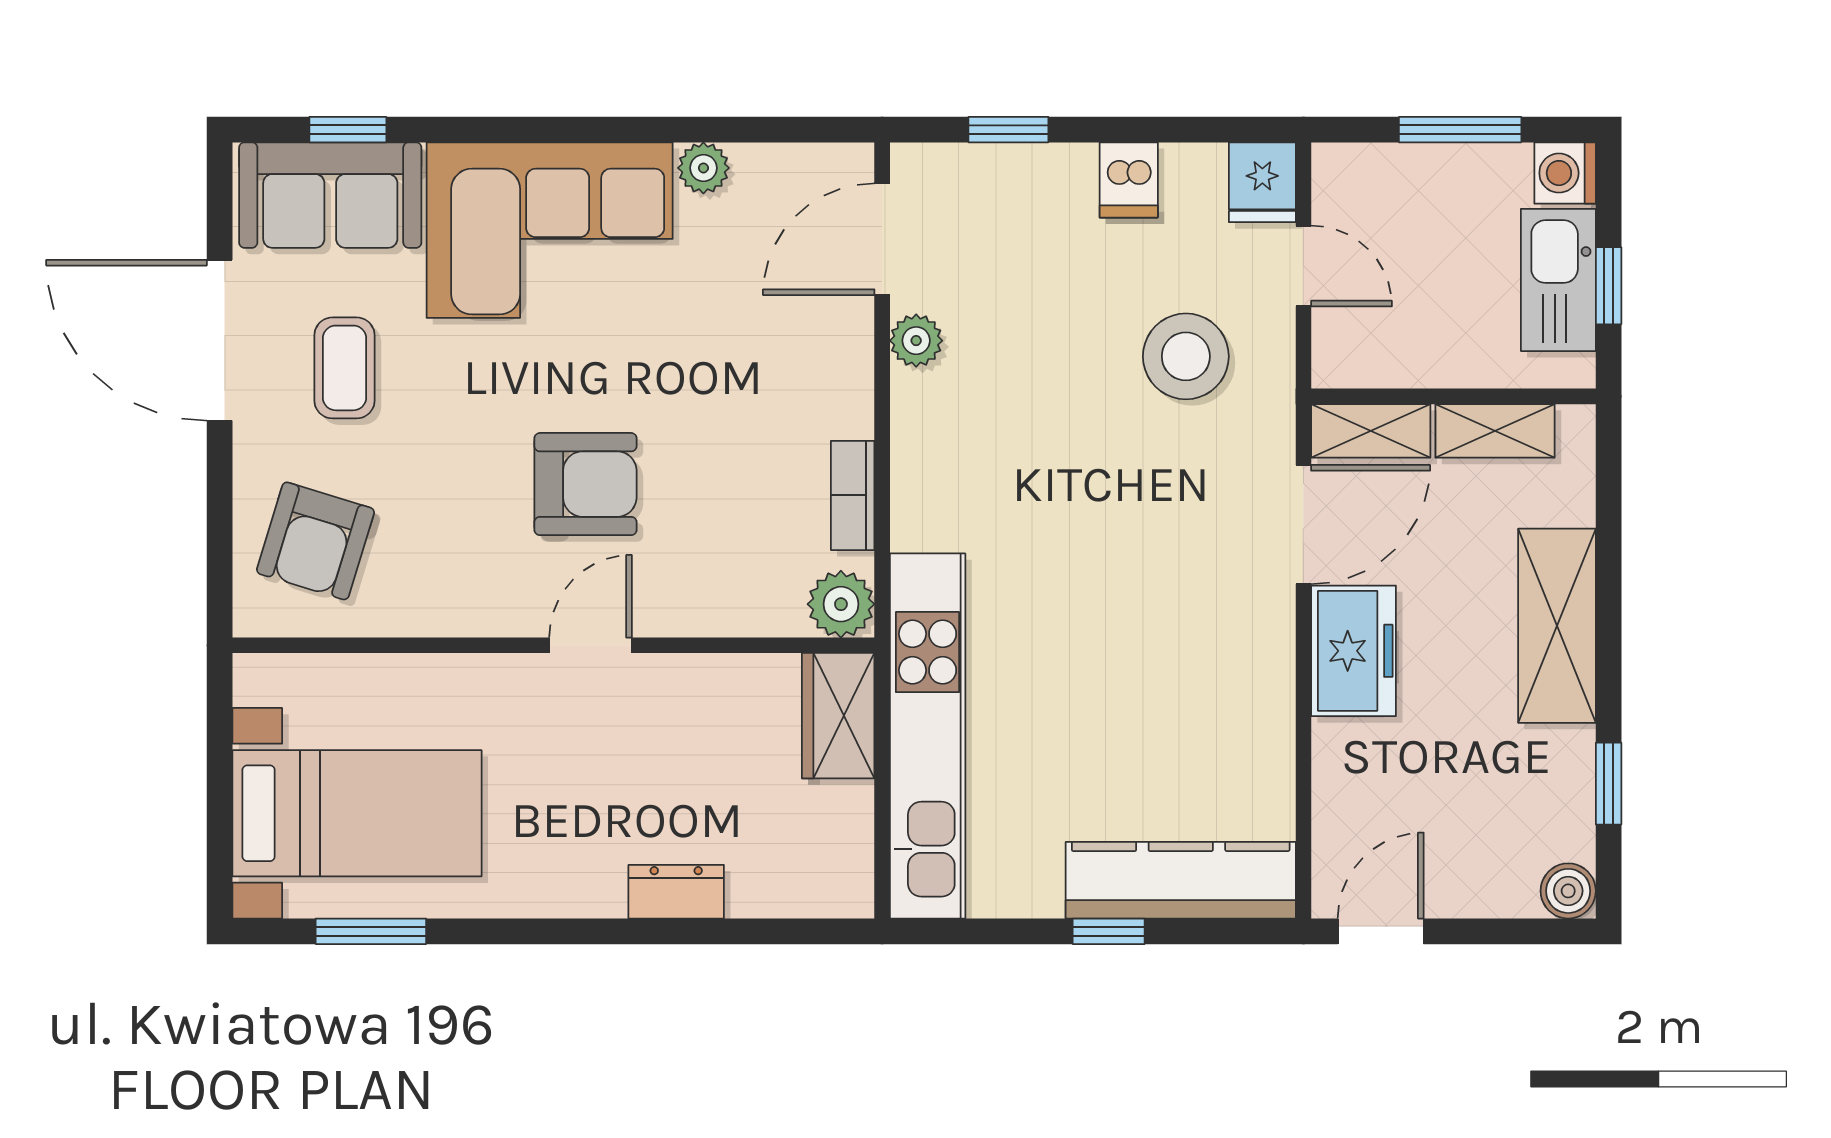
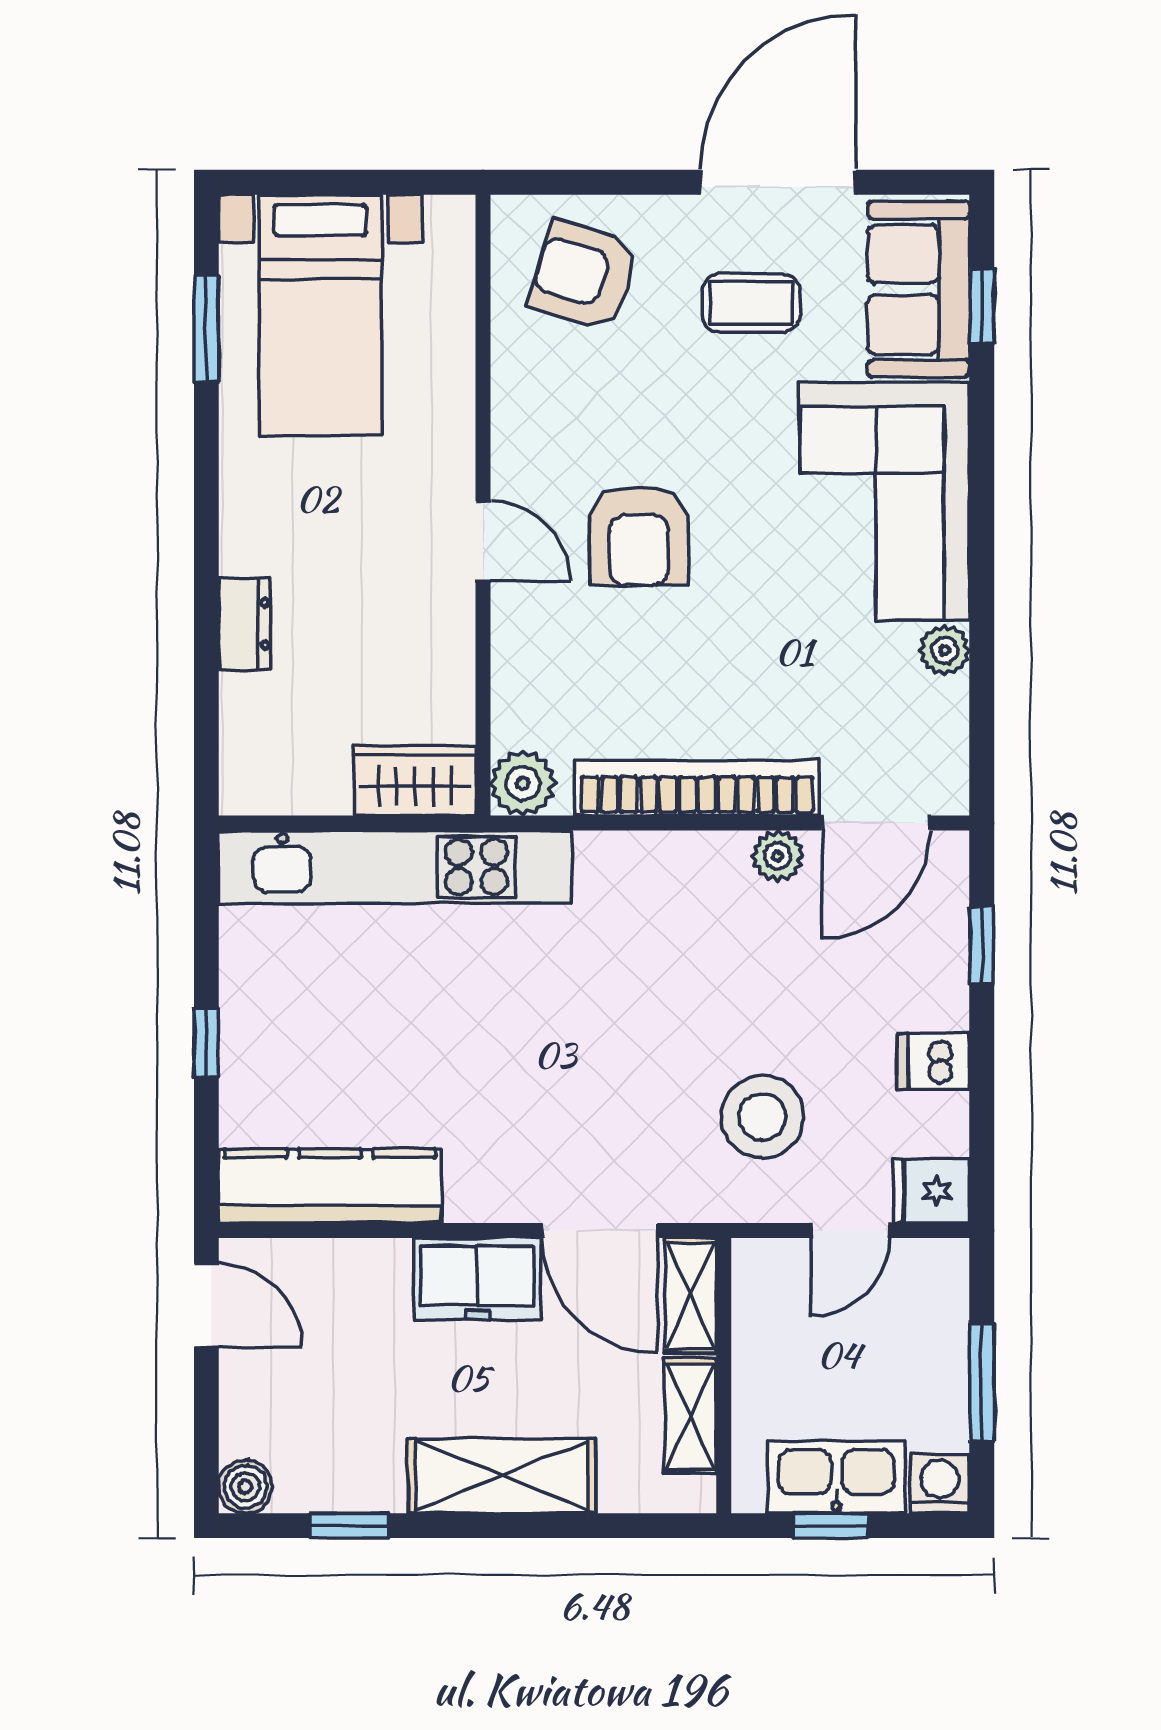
door: (882, 239) -> (876, 823), swing flipped
bookcase: (853, 495) -> (697, 788), width x2.31, depth x1.31
kitchen counter: (1181, 880) -> (330, 1186), moved, turned -90

